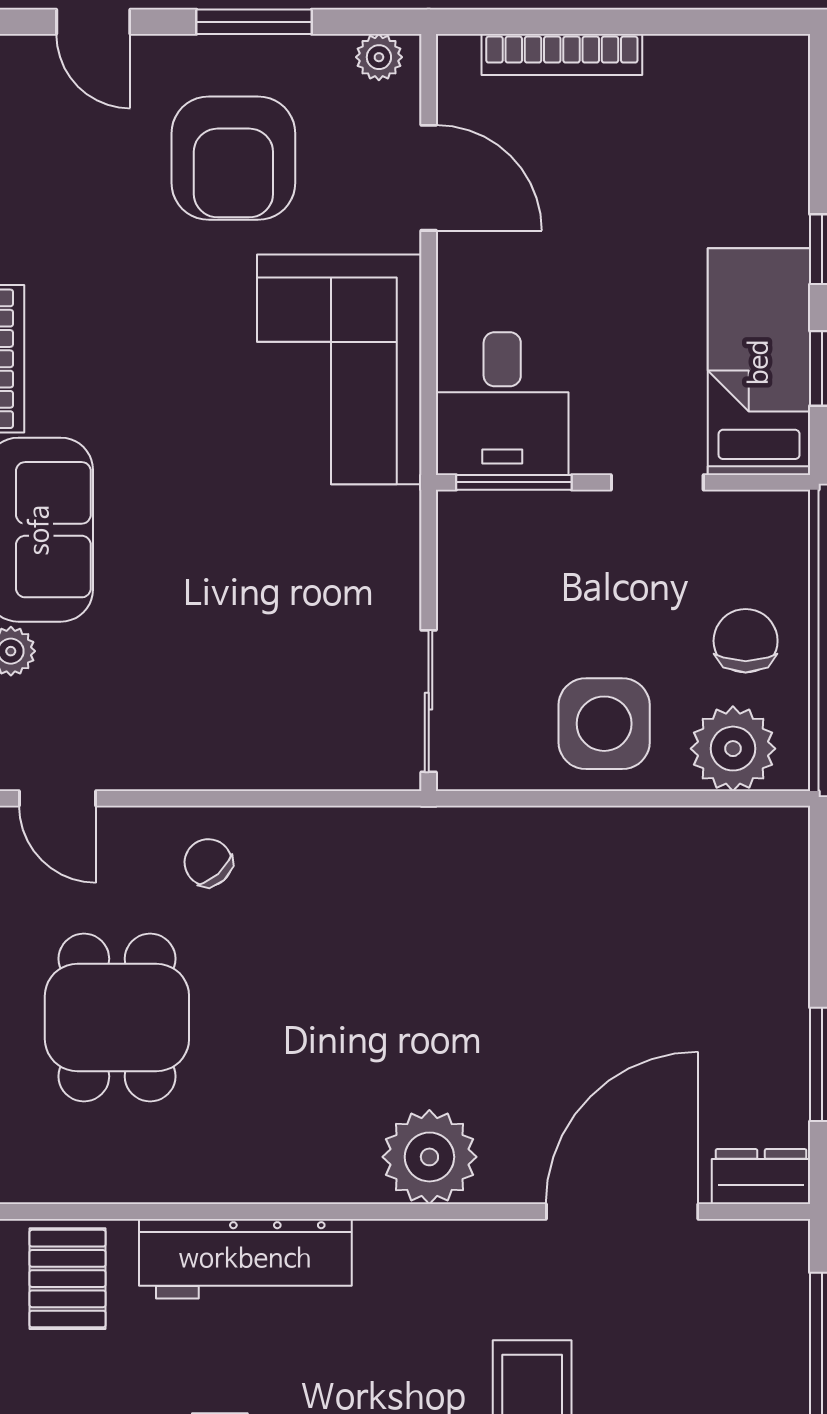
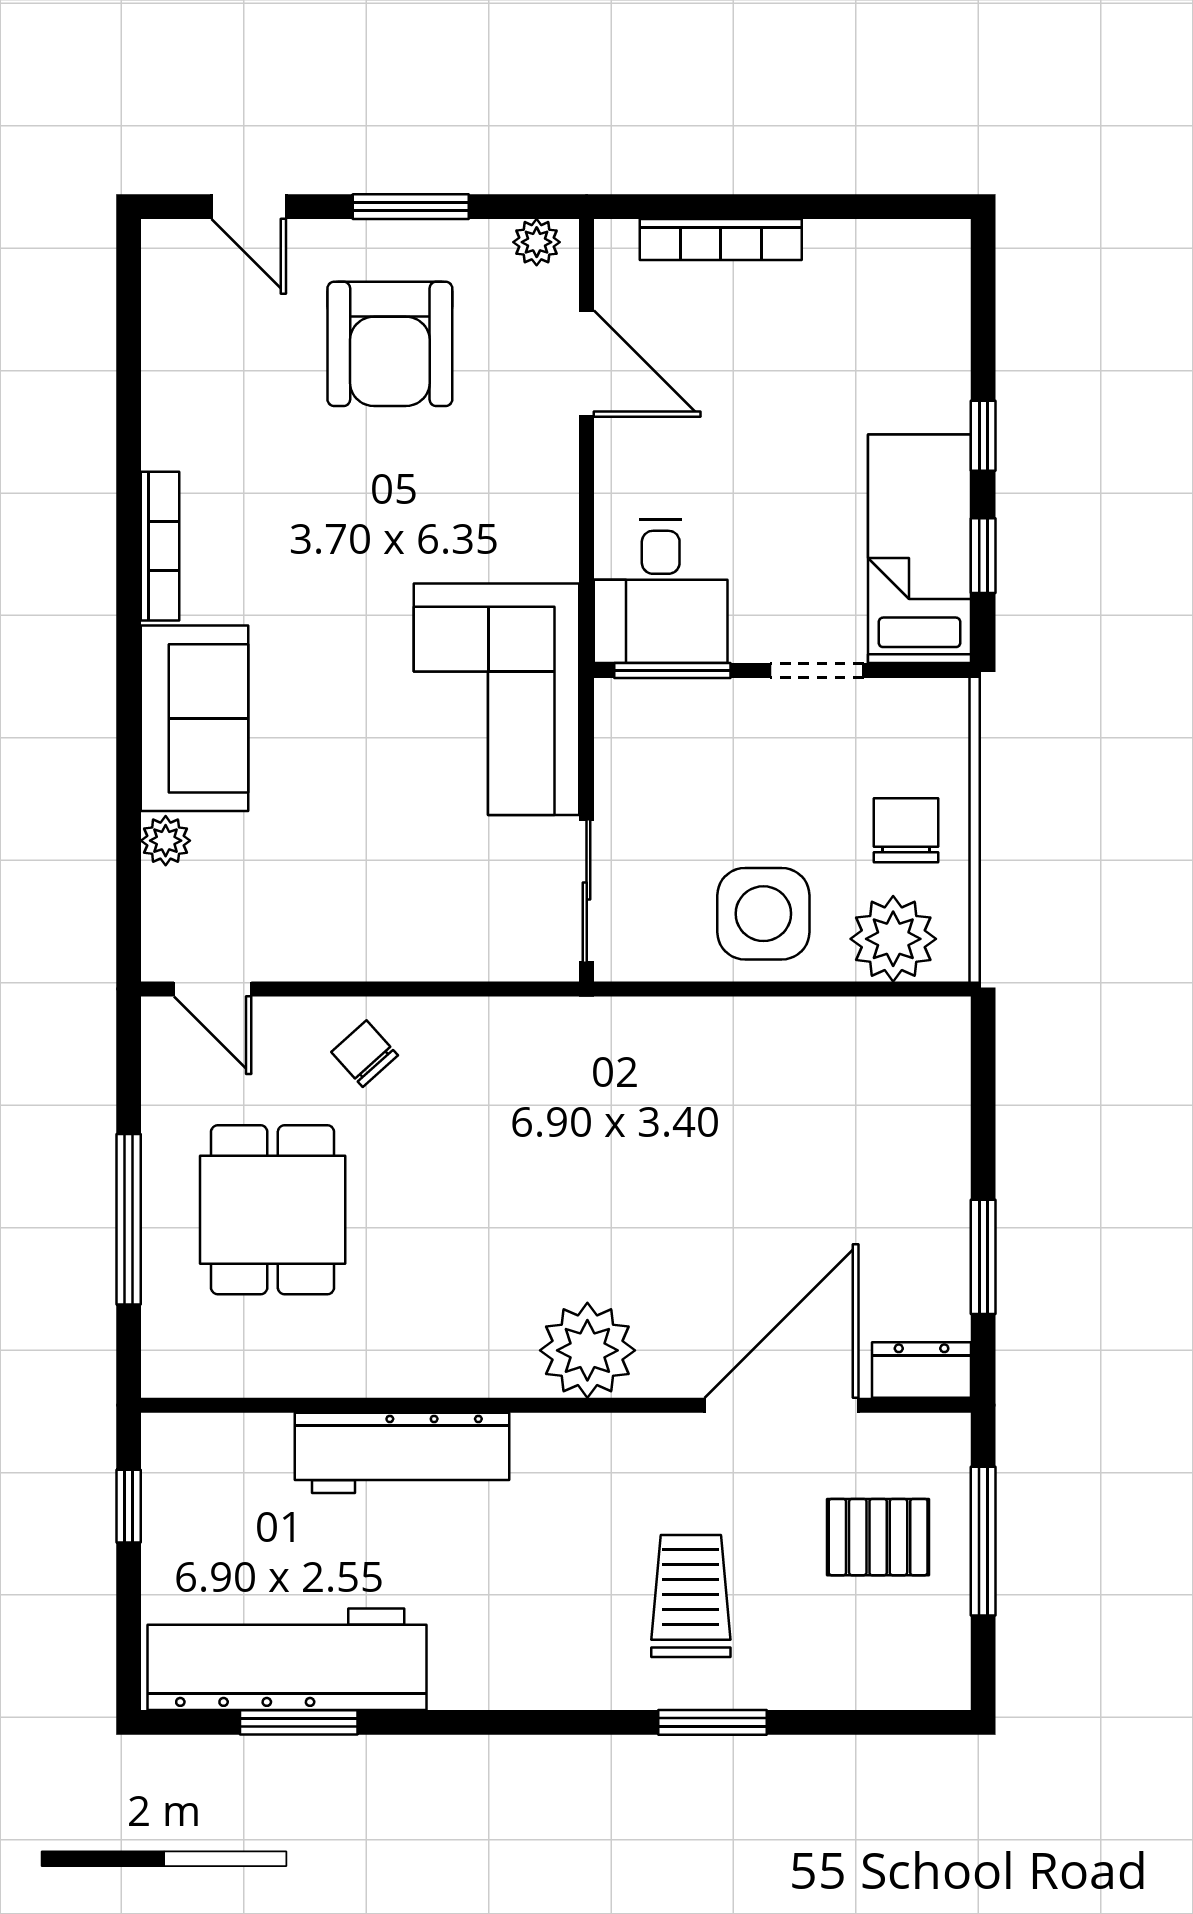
corner sofa: (339, 369) -> (497, 699), moved
pallet: (68, 1279) -> (878, 1537), moved, turned 90

